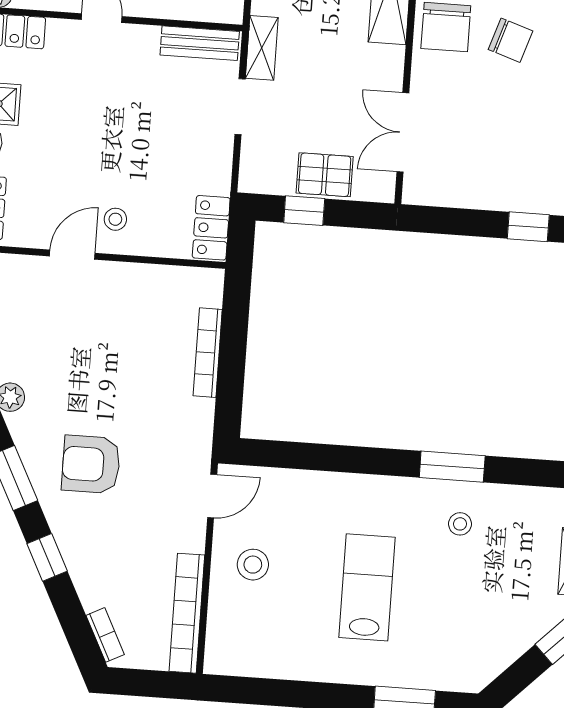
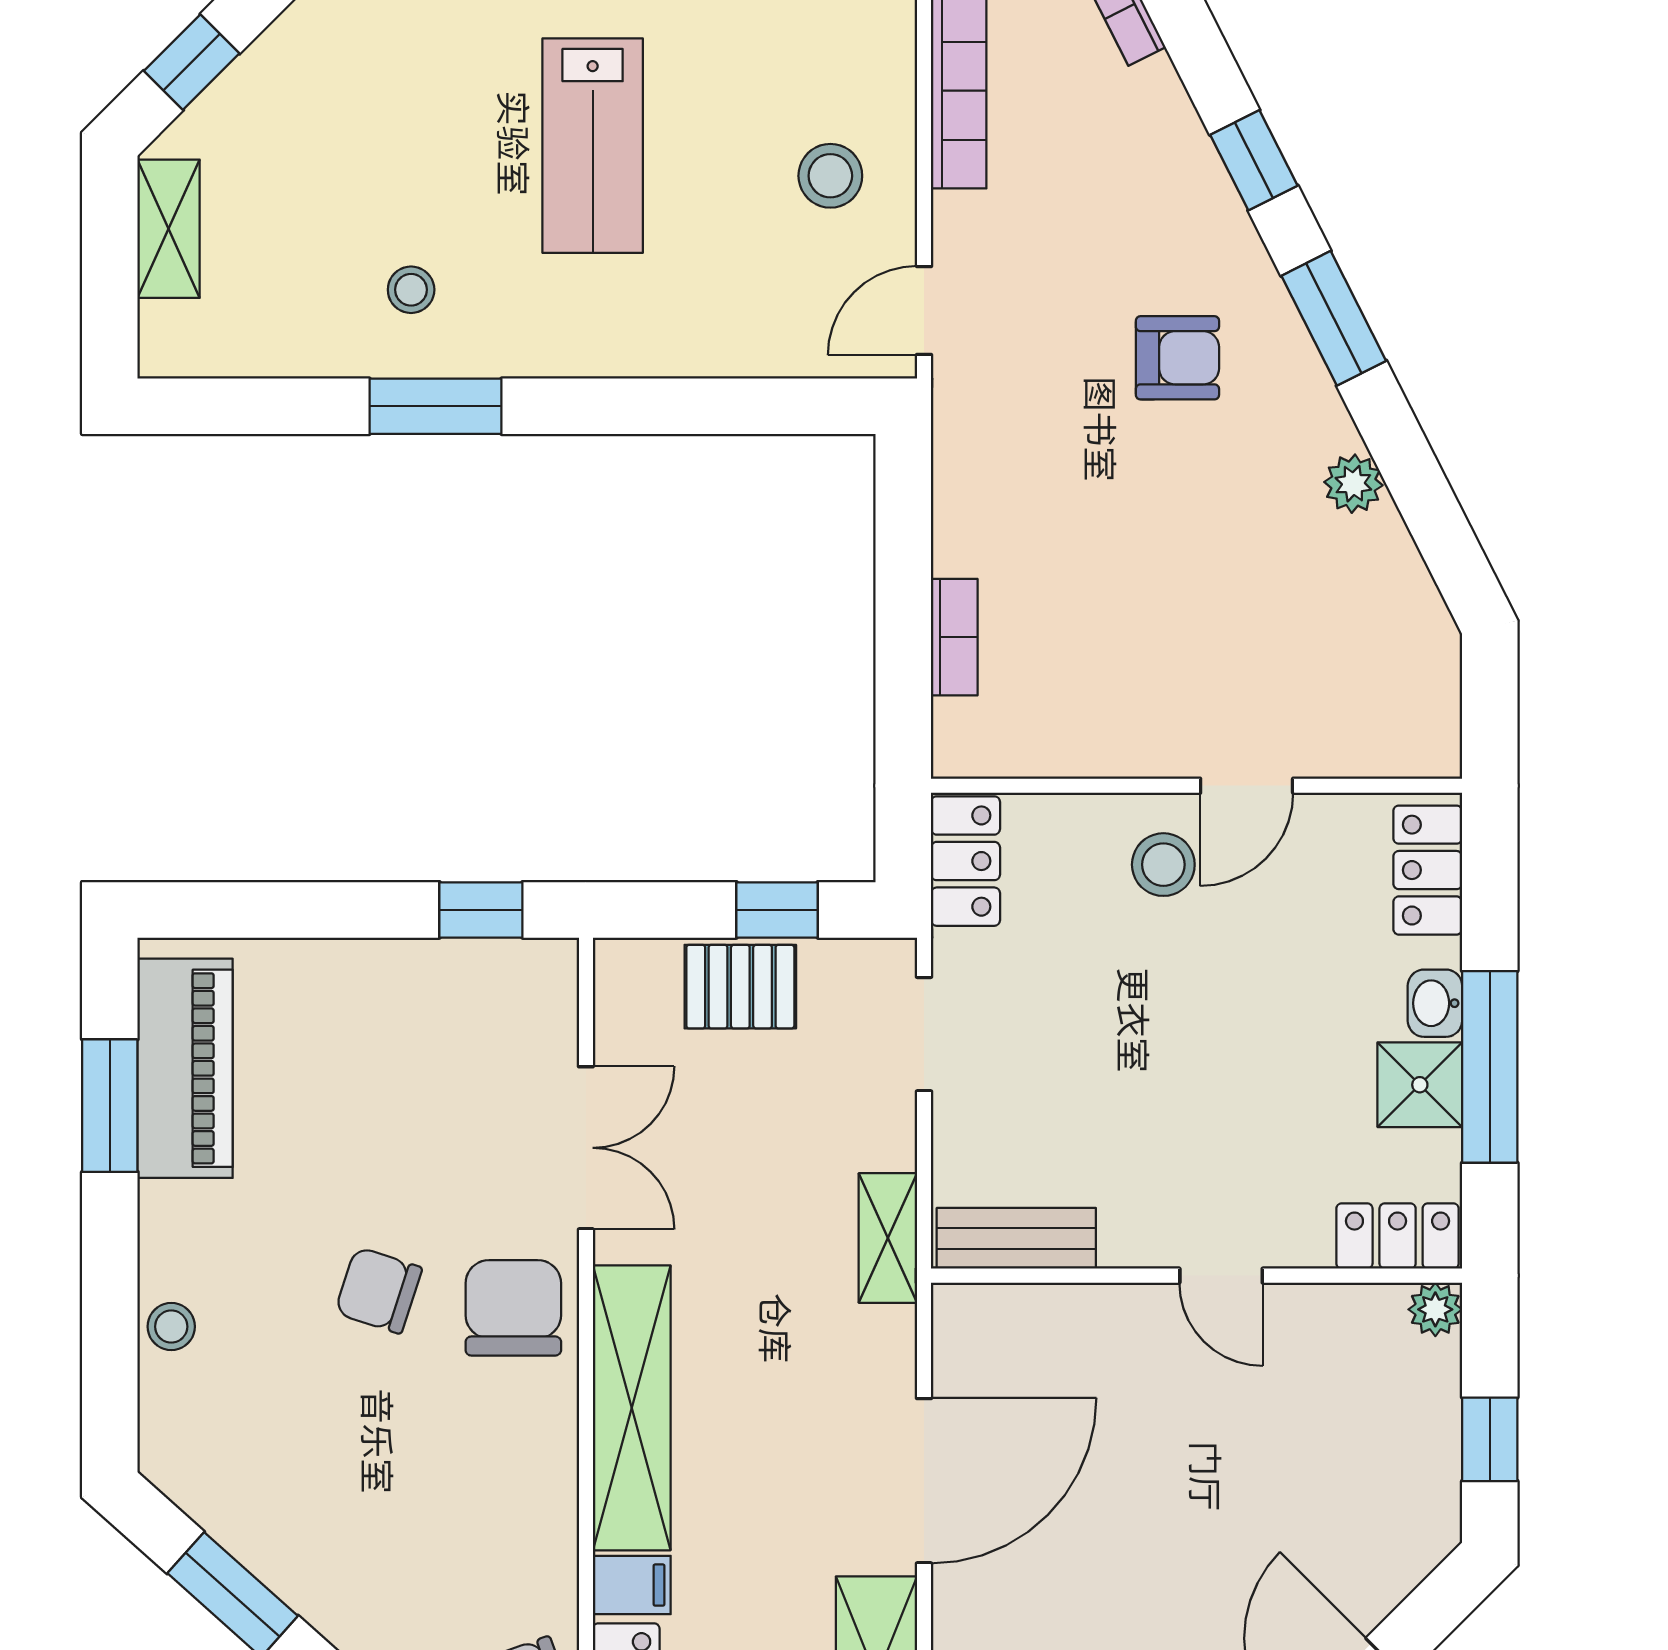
doorway: (240, 107) -> (924, 1034), moved
double door: (403, 132) -> (586, 1148), moved
stool: (115, 219) -> (1163, 865), width x1.37, depth x1.37
window: (528, 227) -> (481, 910), moved
bookcase: (208, 353) -> (954, 637), width x0.64
armchair: (91, 464) -> (1177, 358), width x0.72, depth x0.72

